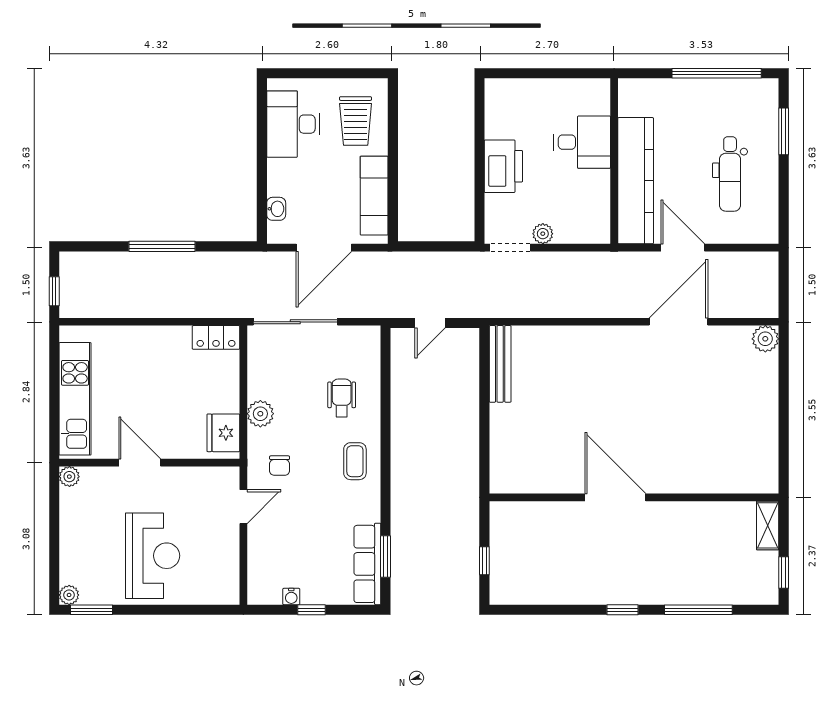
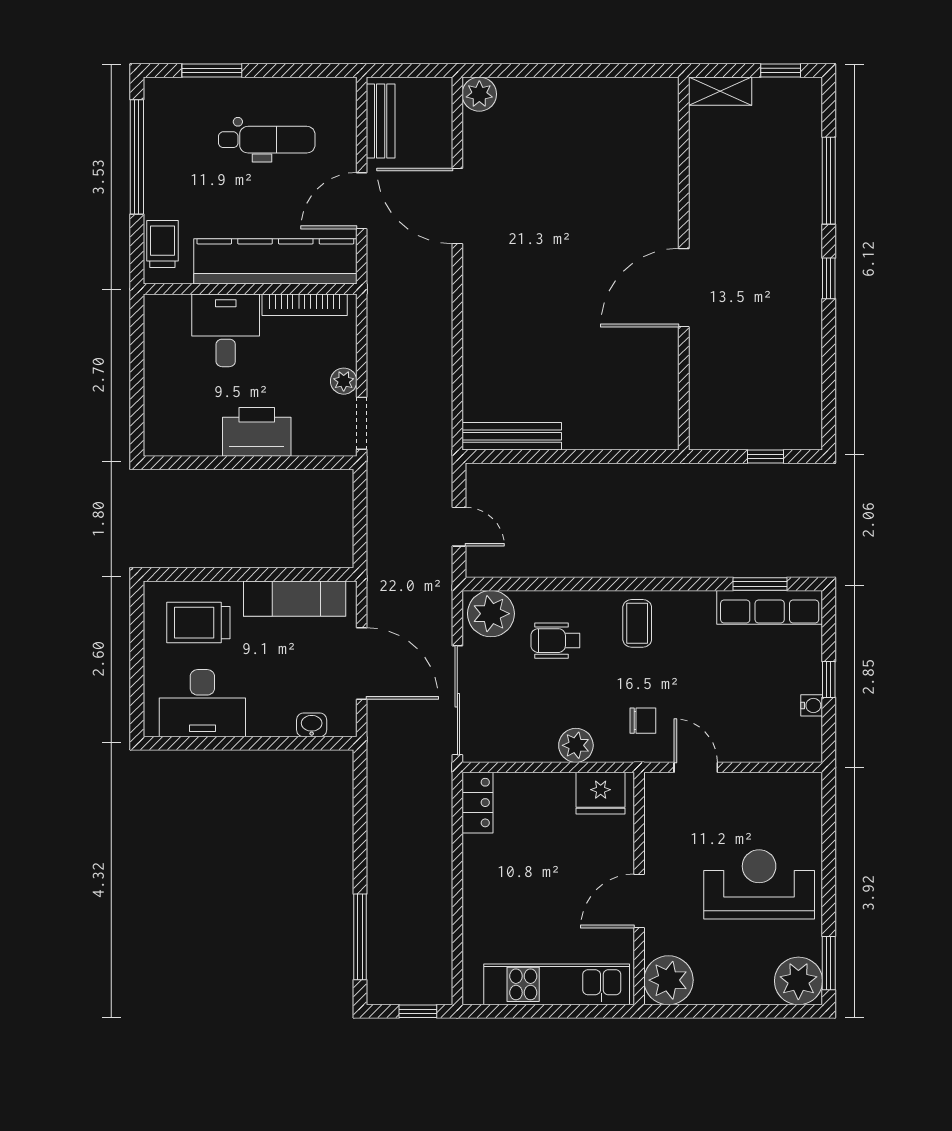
trolley: (649, 93) -> (162, 244), added
trolley: (356, 121) -> (198, 623), turned 180
bookcase: (602, 203) -> (305, 305), added
window: (162, 246) -> (360, 937), moved
bench: (744, 262) -> (381, 121), added
plant: (362, 348) -> (491, 614), added
coffee table: (355, 461) -> (637, 623), turned 90
plant: (69, 477) -> (668, 980), width x1.87, depth x1.87
plant: (69, 595) -> (798, 981), width x1.88, depth x1.88

